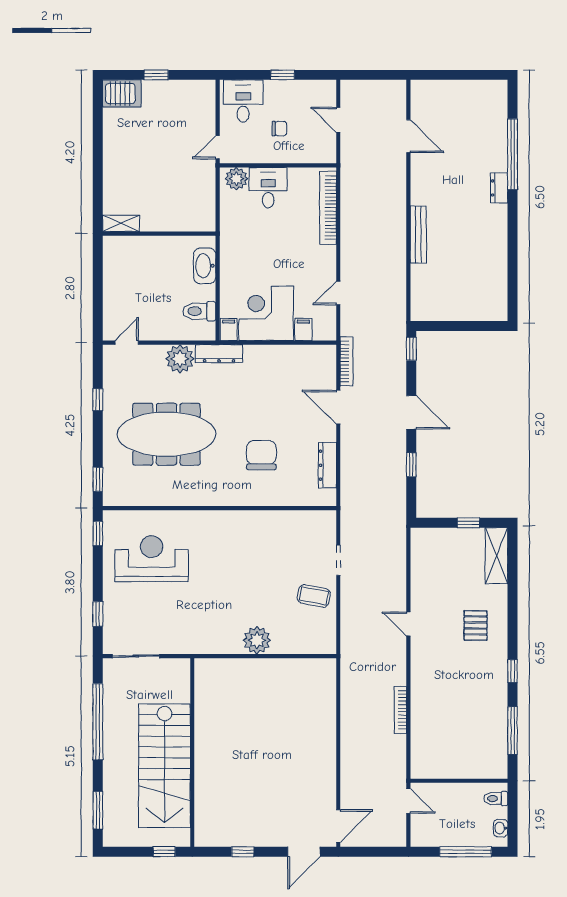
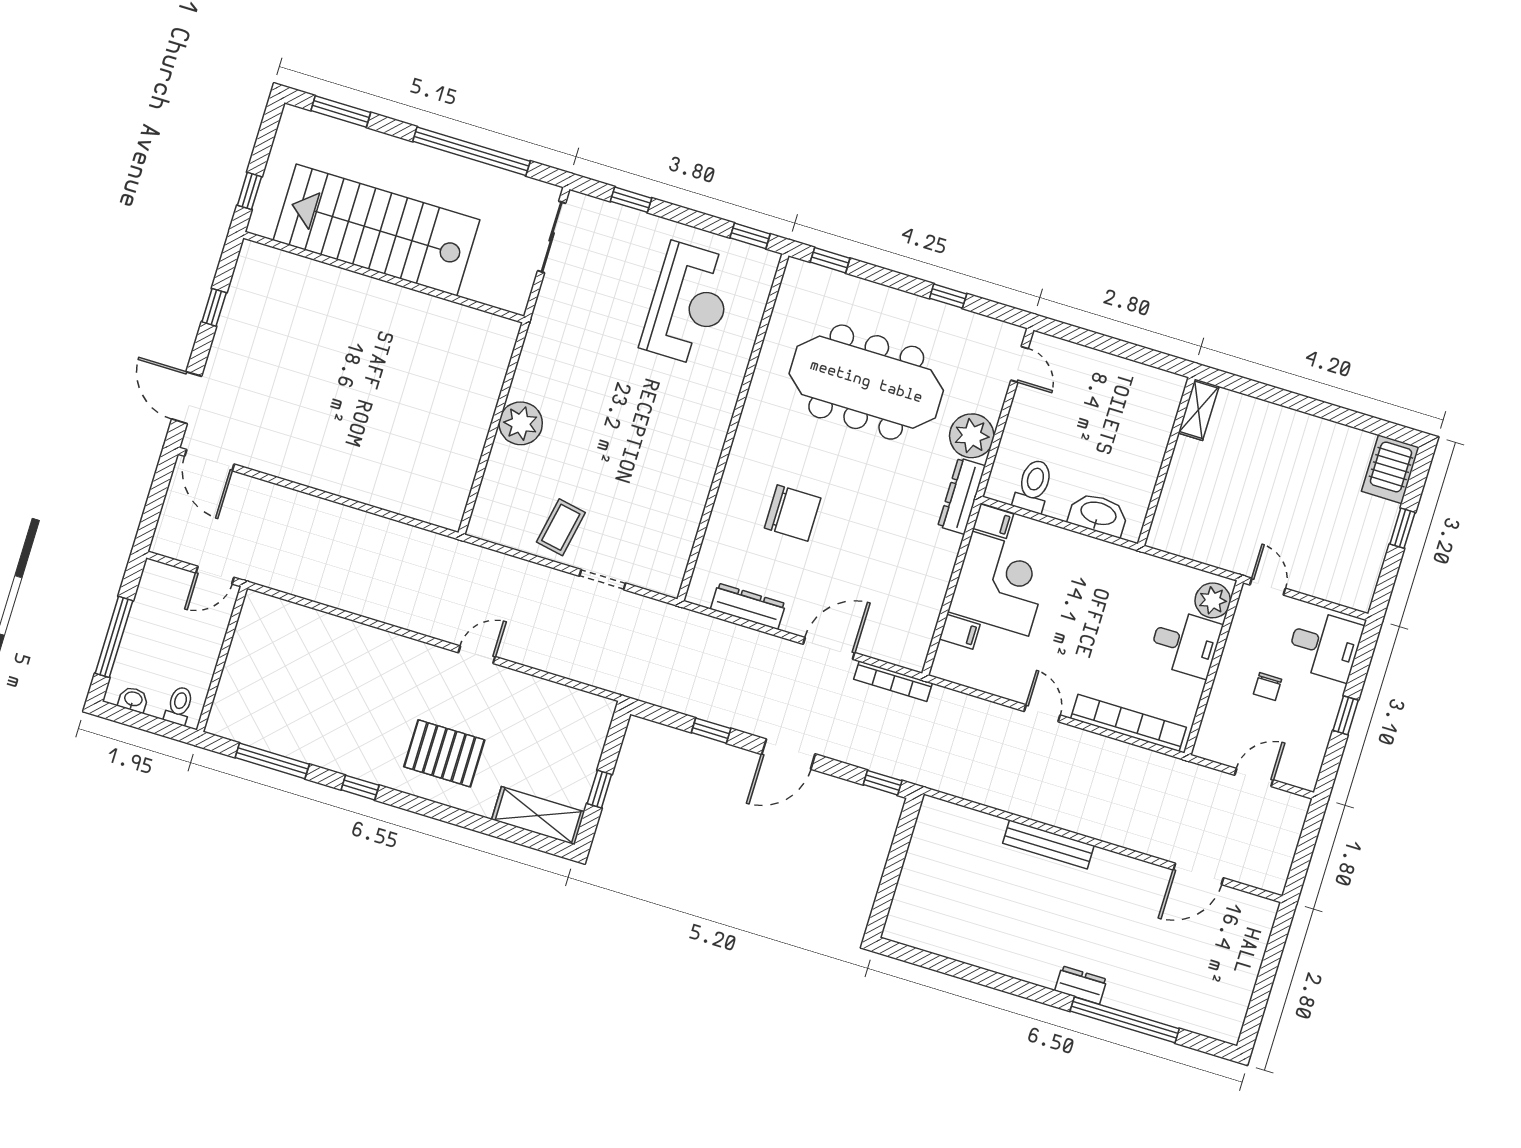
door: (338, 293) -> (1042, 713), moved
meeting table: (166, 434) -> (866, 382), turned 90
pallet: (476, 625) -> (444, 753), width x1.50, depth x1.42
bookcase: (400, 710) -> (353, 604), removed

